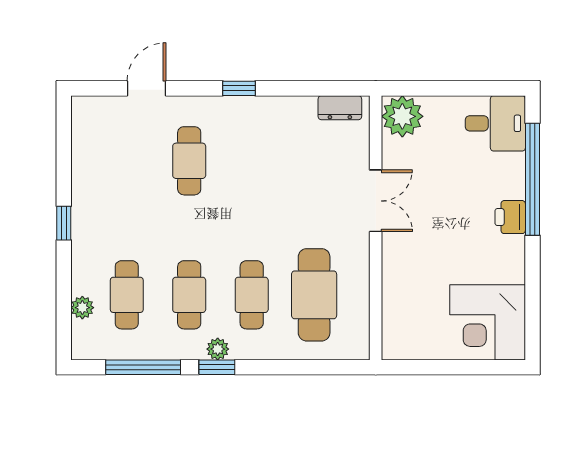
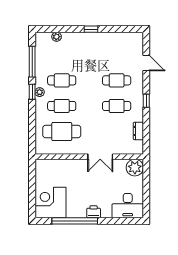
dresser: (340, 108) -> (138, 131), moved
desk: (495, 123) -> (128, 206), width x1.37
window: (532, 179) -> (75, 221), moved
cafe table: (127, 295) -> (117, 106), moved

